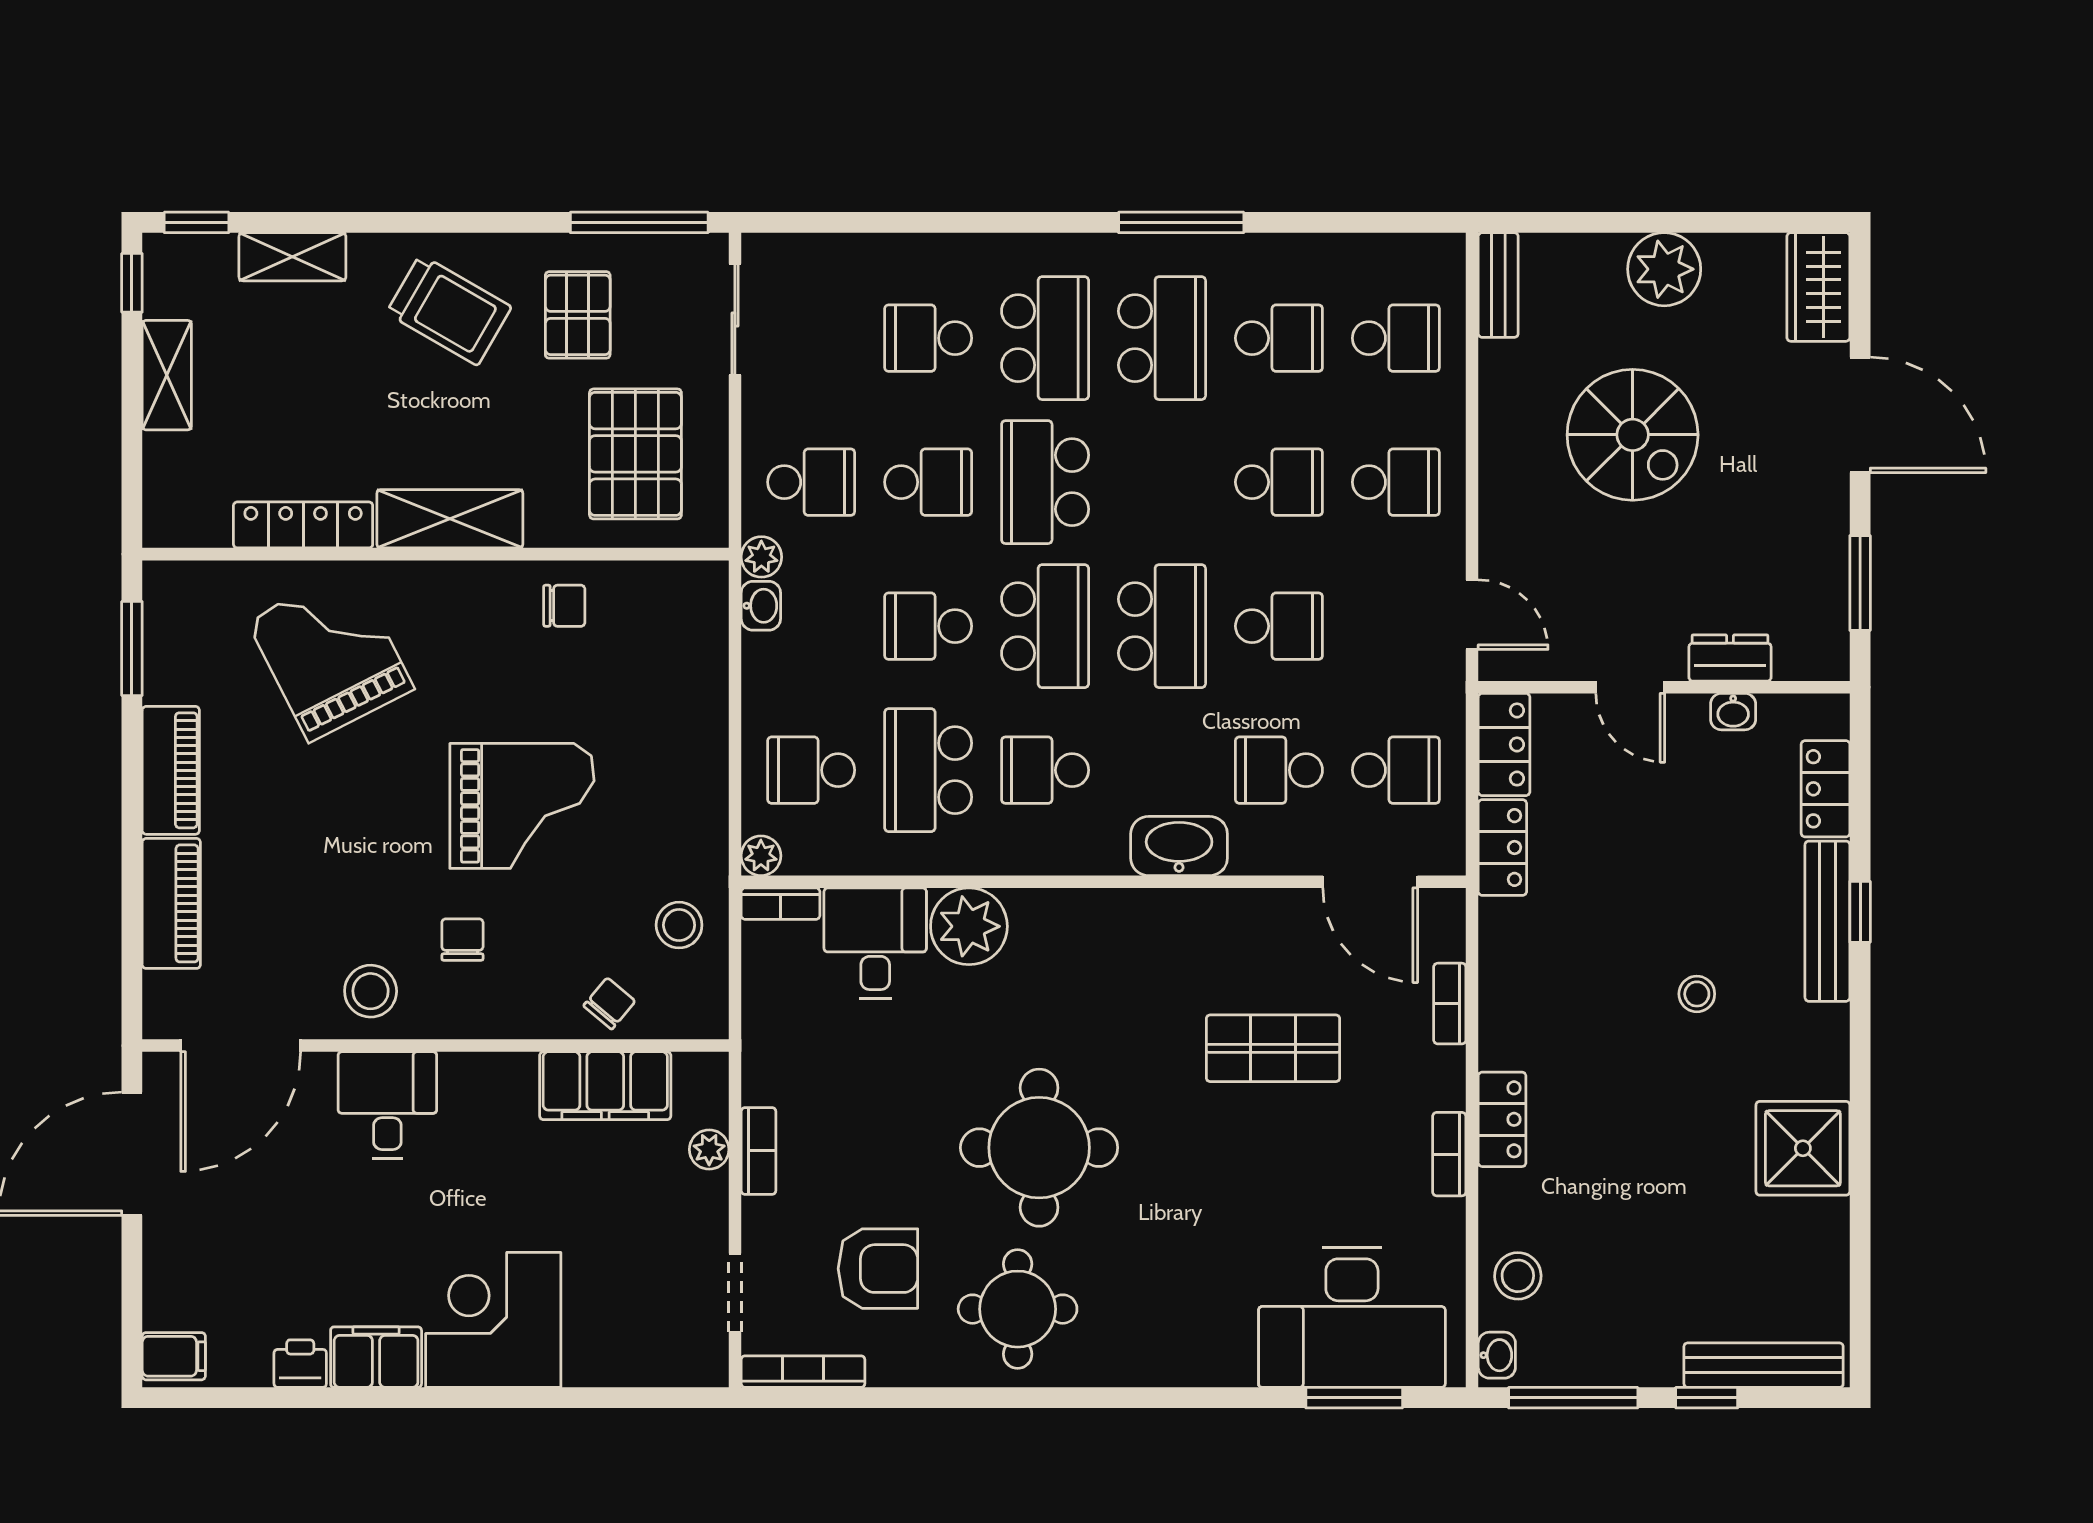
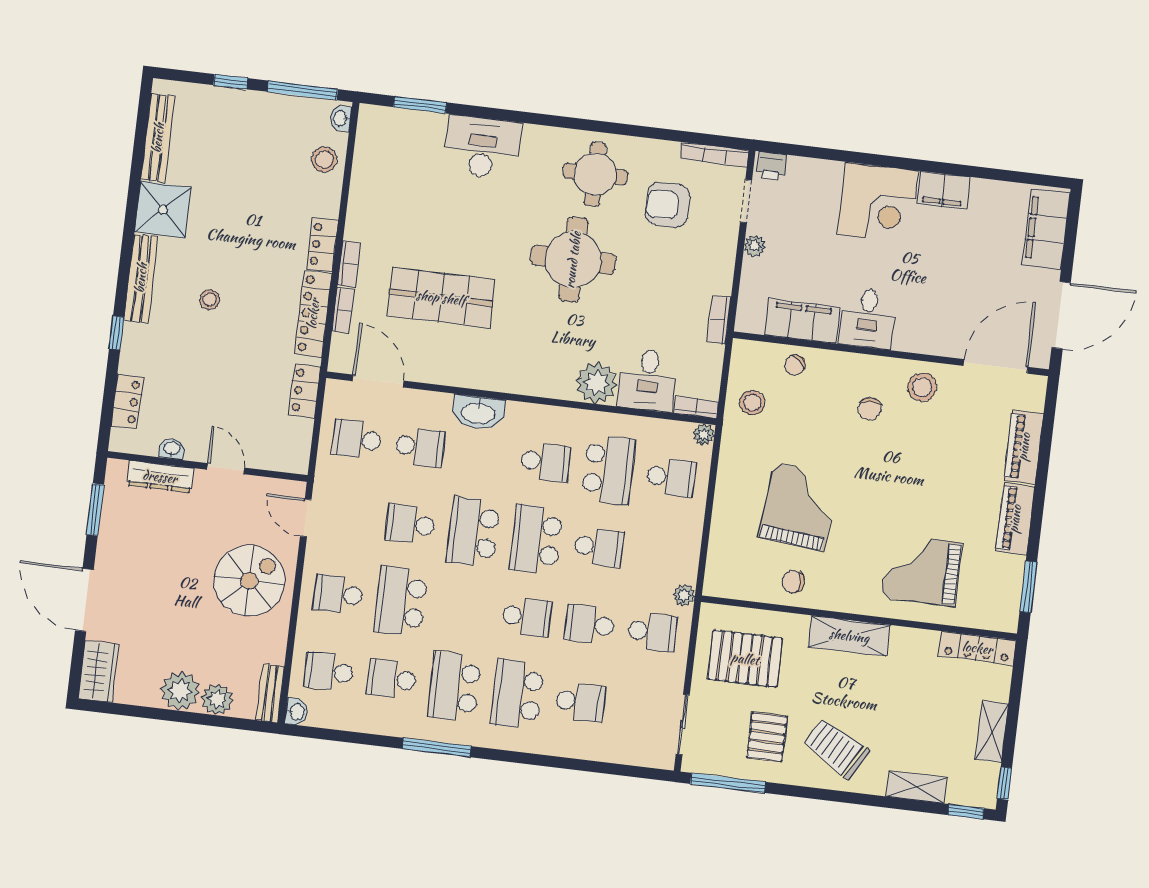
plant: (1594, 262) -> (217, 699), added
spiral stairs: (1633, 435) -> (249, 581), moved, turned 90
pallet: (635, 454) -> (745, 659), turned 90
school desk: (811, 482) -> (652, 632), turned 180
school desk: (1045, 482) -> (527, 617), width x0.54
school desk: (1279, 482) -> (401, 602), width x1.85
locker: (303, 525) -> (977, 648), moved
washbasin: (761, 606) -> (296, 712), moved, turned 180
grand piano: (331, 655) -> (922, 570), turned 117
dresser: (1730, 658) -> (160, 477), width x1.44
locker: (1504, 744) -> (313, 314), moved, width x1.53
grand piano: (522, 806) -> (799, 507), moved, turned 96
bench: (1827, 921) -> (141, 278), moved
shop shelf: (1273, 1048) -> (441, 298), width x1.43, depth x1.36
desk: (387, 1105) -> (868, 318), moved
plant: (709, 1149) -> (755, 246), moved
bookcase: (758, 1151) -> (719, 320), moved
bookcase: (1449, 1154) -> (349, 264), moved
desk: (1352, 1318) -> (482, 147), moved, width x0.73, depth x0.77
filing cabinet: (174, 1356) -> (1046, 229), width x3.00, depth x1.17
printer: (300, 1364) -> (771, 166), moved
bench: (1764, 1365) -> (158, 138), moved, turned 90

